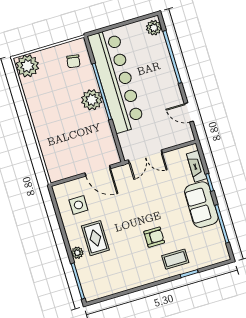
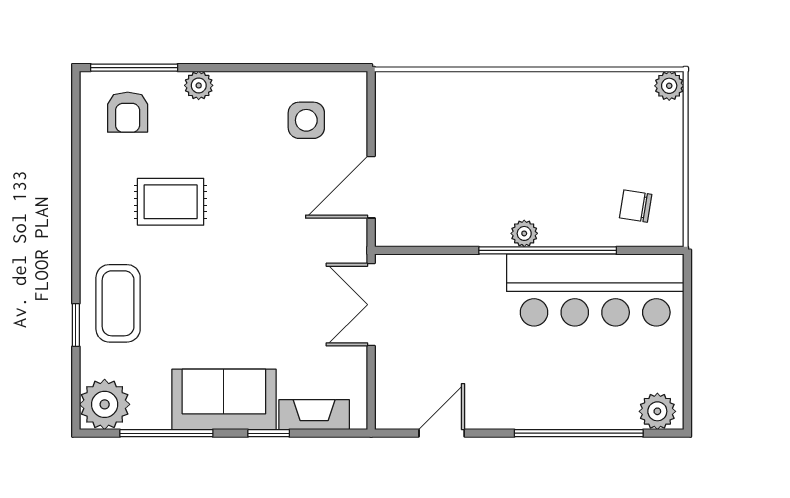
plant: (27, 66) -> (669, 86), width x0.53, depth x0.53
bar counter: (116, 81) -> (595, 290), width x0.73
plant: (92, 100) -> (524, 233), width x0.53, depth x0.53
armchair: (154, 237) -> (128, 112), moved
rug: (95, 238) -> (171, 202), moved
plant: (218, 252) -> (105, 404), added
coffee table: (175, 259) -> (118, 303), width x1.36, depth x1.30

